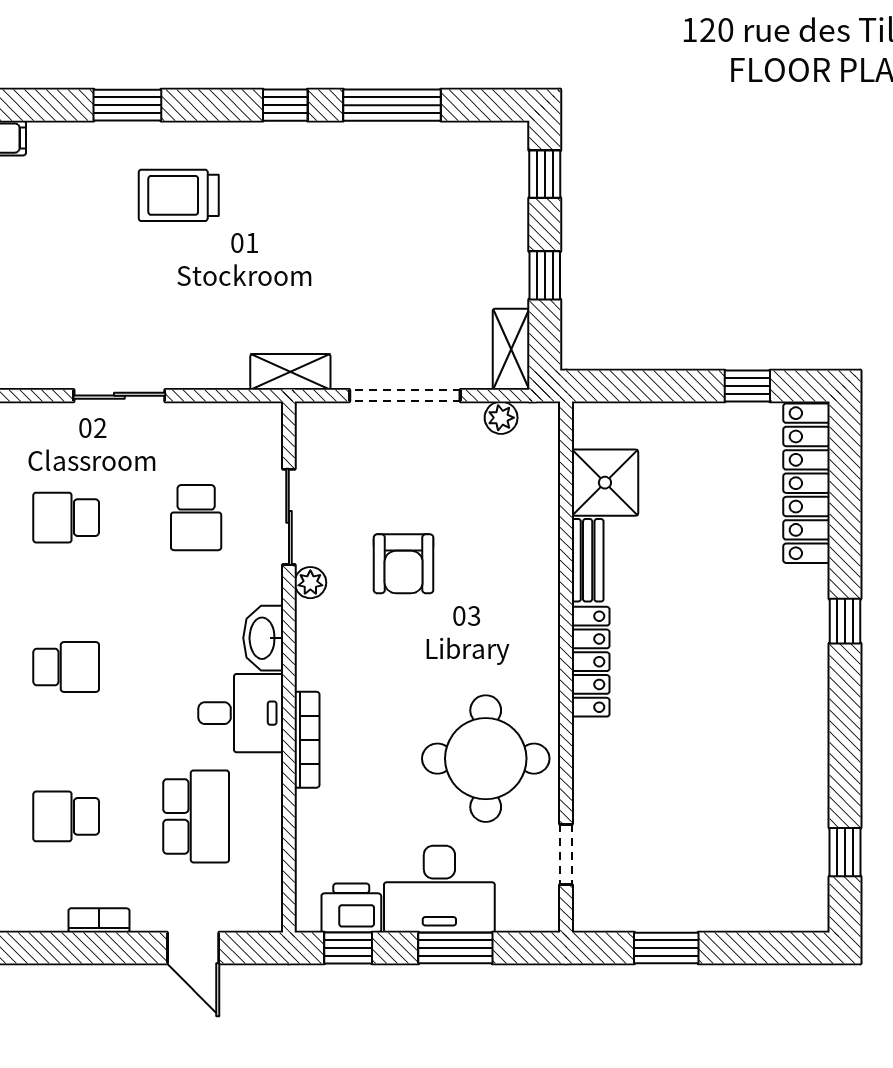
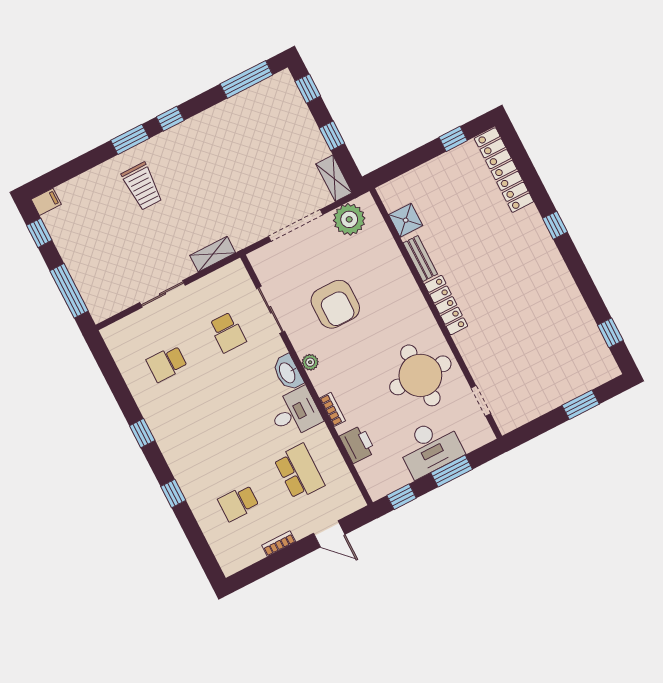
window: (127, 105) -> (130, 139), moved
window: (392, 105) -> (246, 79), moved
trolley: (179, 195) -> (142, 186), turned -90
shelving: (290, 372) -> (213, 254), moved
plant: (501, 418) -> (349, 219), width x1.88, depth x1.88
shower: (605, 483) -> (406, 220), width x0.73, depth x0.73
armchair: (404, 564) -> (335, 304), width x1.36, depth x1.36
plant: (310, 583) -> (310, 362), moved
school desk: (66, 667) -> (203, 433), removed
bookcase: (307, 740) -> (332, 409), width x0.64
printer: (351, 908) -> (358, 444), moved, turned 90
window: (666, 948) -> (581, 405), moved

